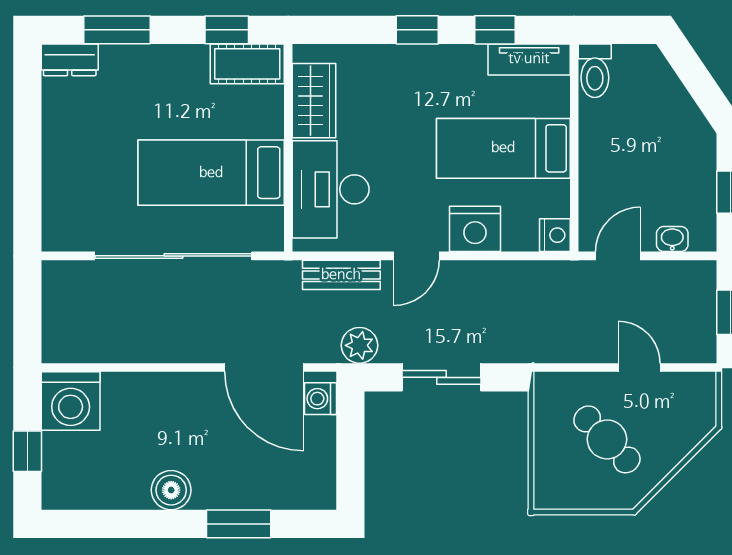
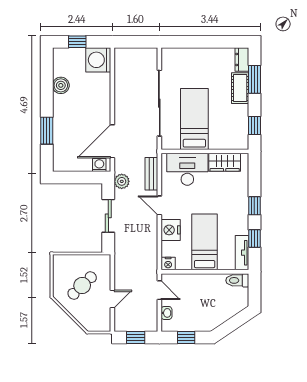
cot: (247, 64) -> (240, 88), moved
boiler: (171, 490) -> (61, 85), moved

